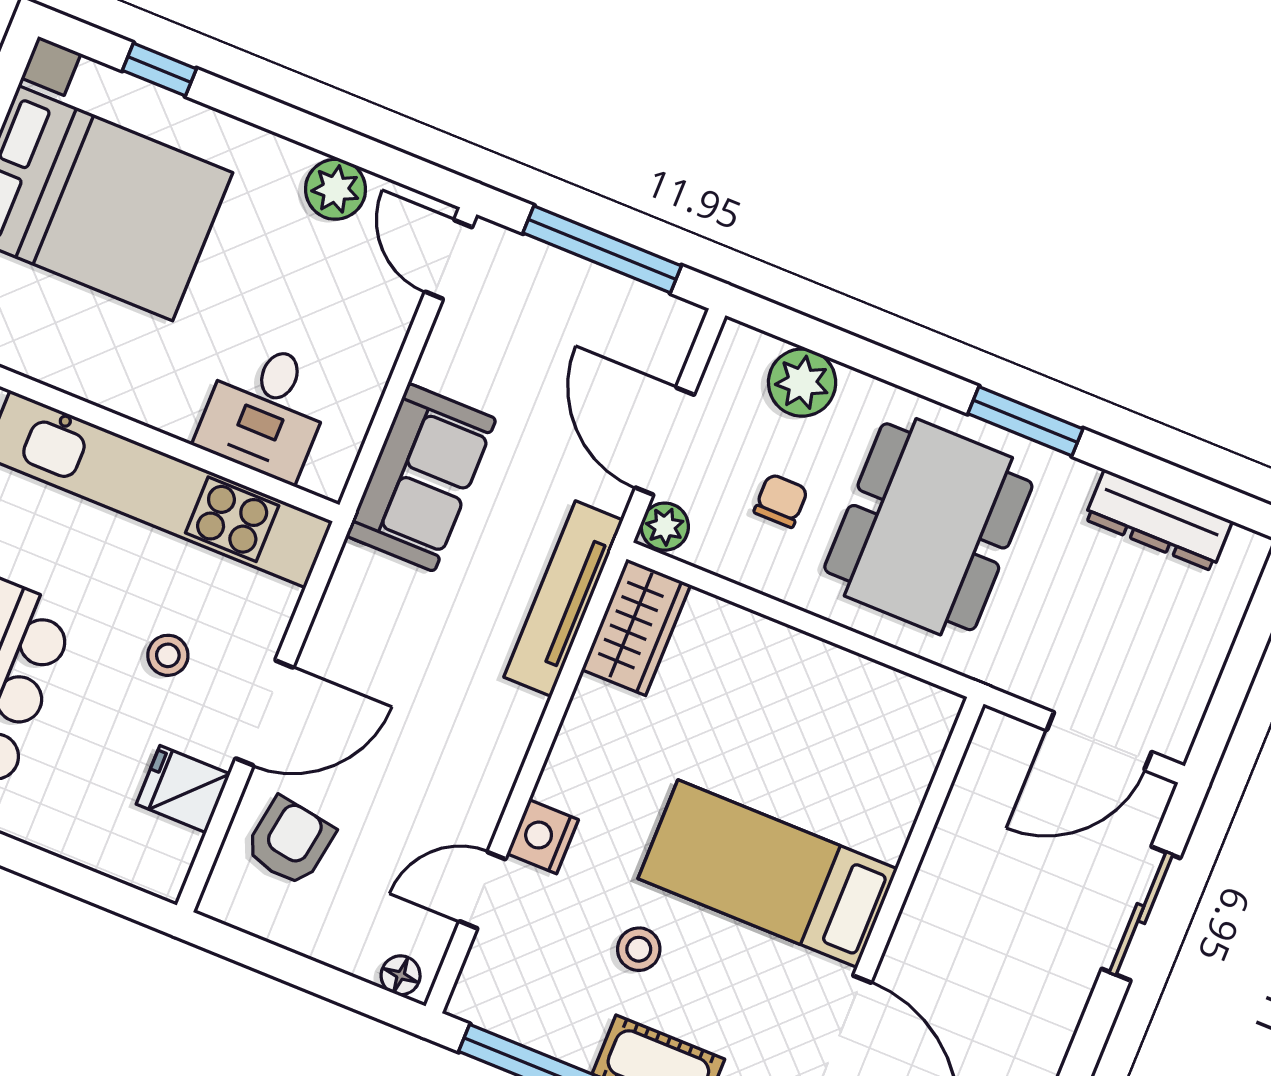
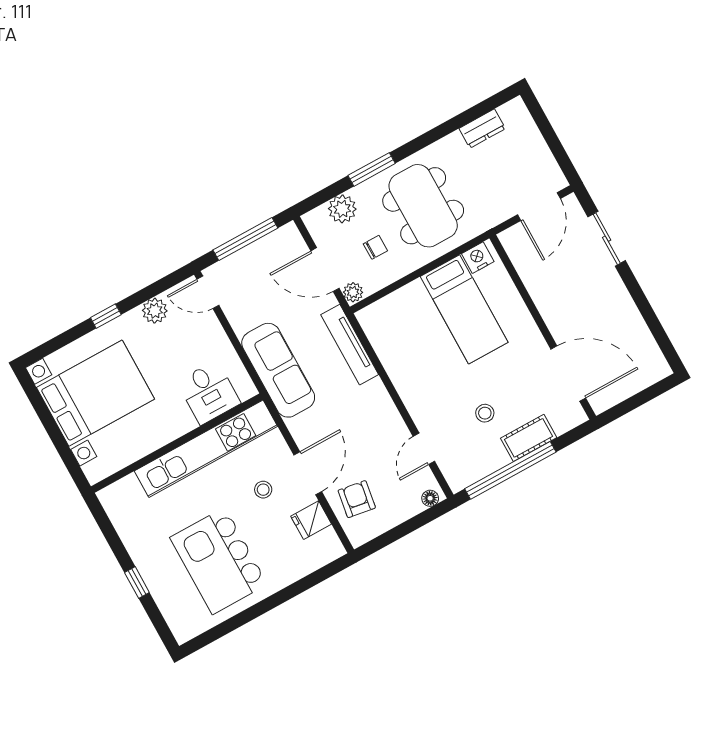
window: (159, 70) -> (106, 316), moved
window: (1025, 421) -> (372, 169), moved
sofa: (421, 477) -> (278, 370), width x1.36
chair: (781, 501) -> (375, 247), turned 90
dresser: (1158, 520) -> (482, 129), width x0.70
wardrobe: (636, 627) -> (378, 328), removed
nightstand: (543, 837) -> (478, 258), moved, turned 90
bed: (768, 874) -> (464, 309), moved, turned -90

